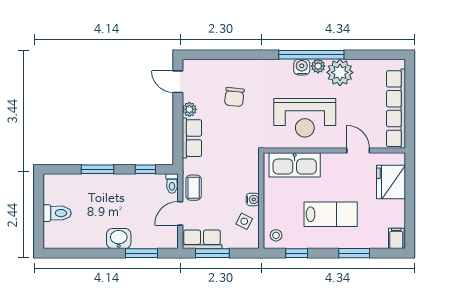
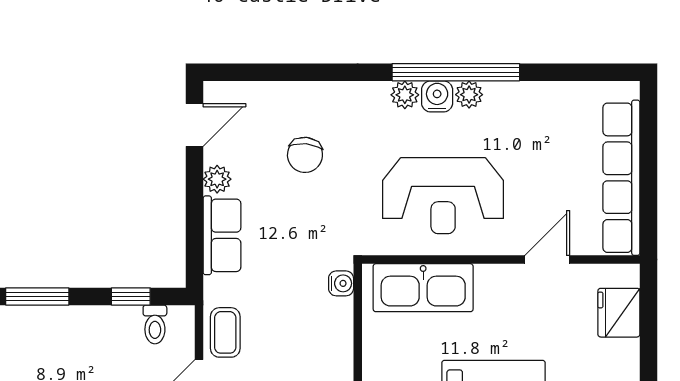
plant: (340, 72) -> (405, 95), moved, width x0.53, depth x0.53
door: (178, 82) -> (194, 125), swing flipped
door: (358, 150) -> (547, 260), hinge flipped
fridge: (391, 182) -> (619, 313), width x0.73, depth x0.75
toilet: (172, 184) -> (155, 324), moved
water cooler: (253, 199) -> (341, 283), moved

